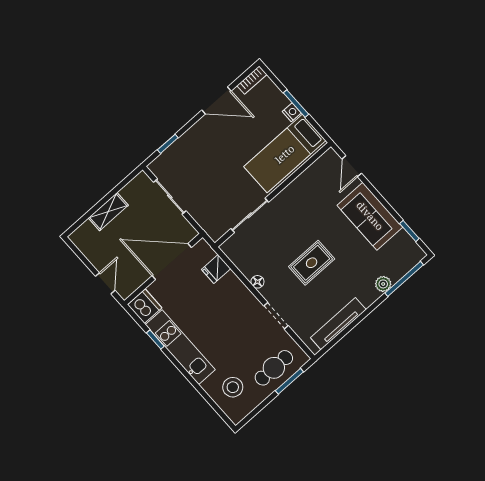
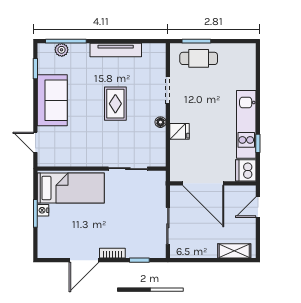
bookcase: (252, 80) -> (112, 253), moved
door: (216, 100) -> (84, 260), swing flipped
door: (352, 166) -> (35, 142), swing flipped
shelving: (108, 212) -> (234, 251), moved
rug: (312, 263) -> (115, 104), turned 90
fridge: (216, 269) -> (179, 131), moved
plant: (383, 284) -> (62, 50), moved
tv unit: (338, 324) -> (116, 50), moved
stool: (233, 387) -> (236, 69), removed

